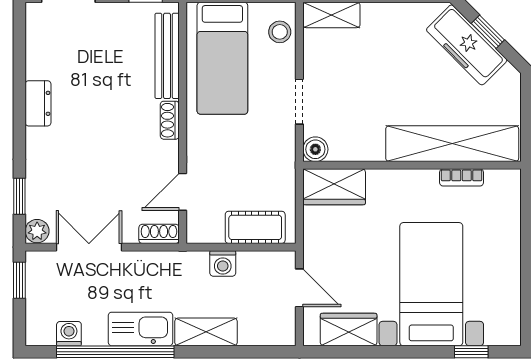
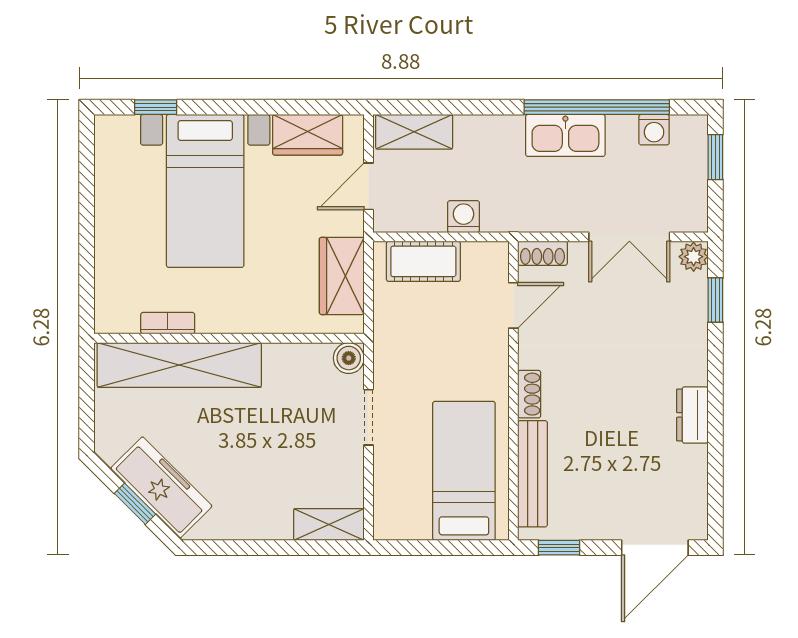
stool: (280, 32) -> (393, 504), removed
wardrobe: (334, 187) -> (342, 276), moved, turned -90
window: (19, 280) -> (715, 157), moved
door: (299, 288) -> (368, 186), hinge flipped
shelving: (206, 332) -> (414, 132), moved

